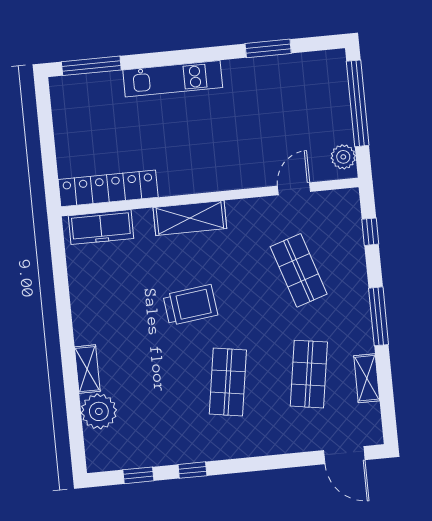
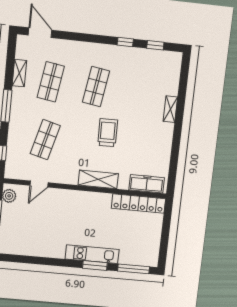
window: (268, 48) -> (95, 265), moved
shop shelf: (299, 270) -> (45, 140), turned 33
trolley: (190, 305) -> (108, 133), turned 96
plant: (99, 411) -> (169, 85), removed

